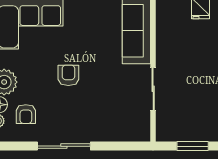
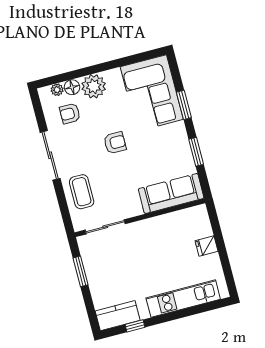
sliding door: (153, 89) -> (105, 227), moved
coffee table: (110, 123) -> (82, 192), added

